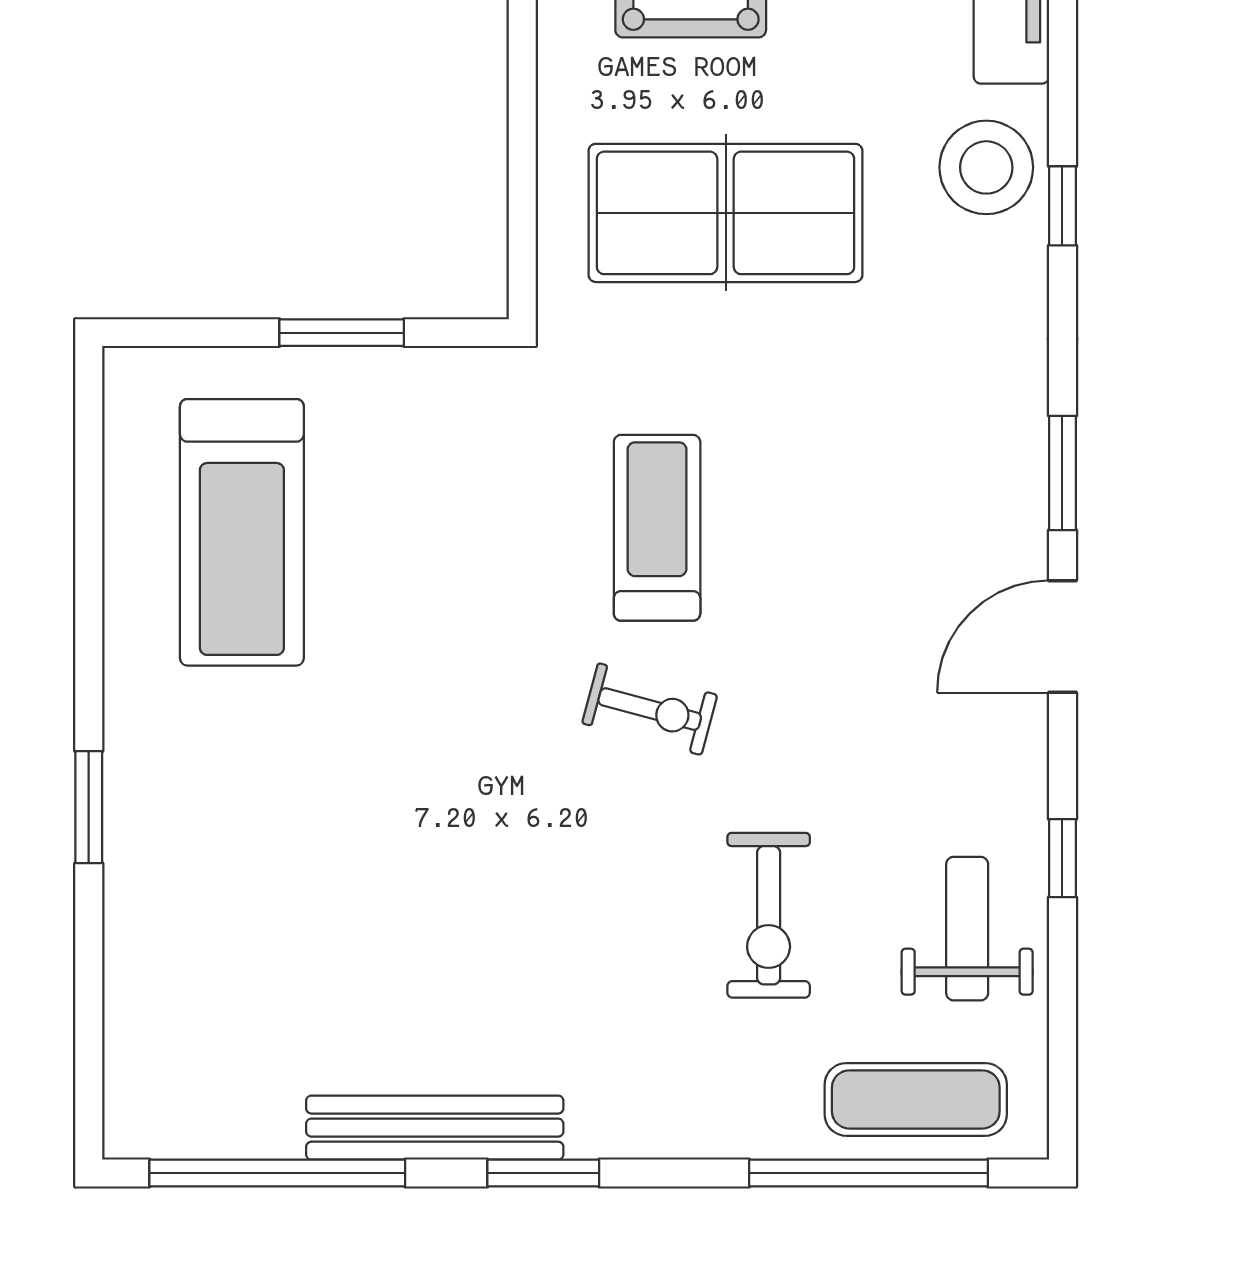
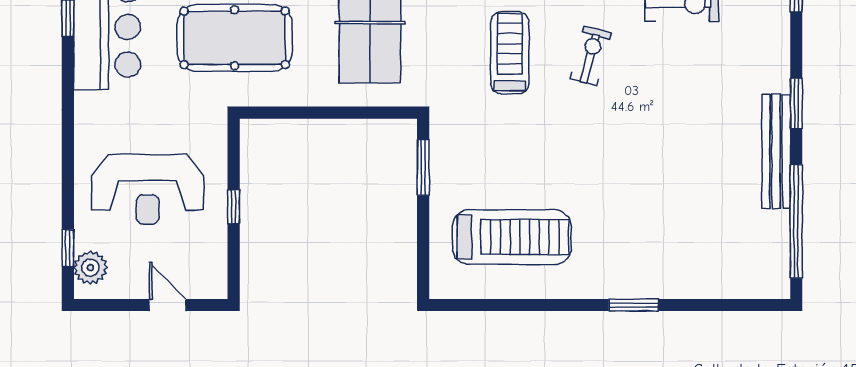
window: (342, 333) -> (423, 167), moved
treadmill: (657, 528) -> (510, 53), turned 90

